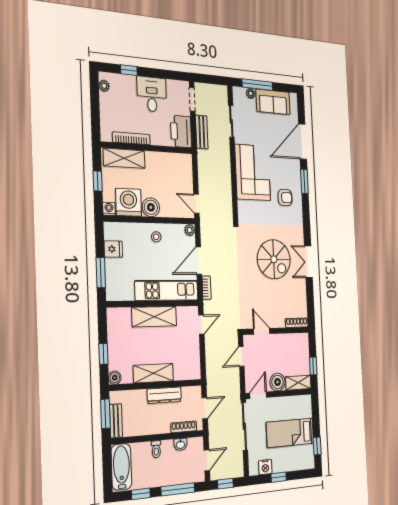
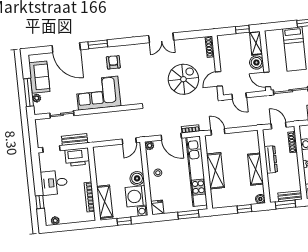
fridge: (113, 249) -> (157, 207), moved
spiral stairs: (274, 259) -> (183, 79), moved
kitchen unit: (167, 290) -> (197, 171), width x1.36

